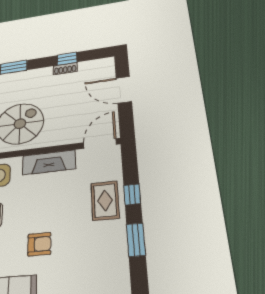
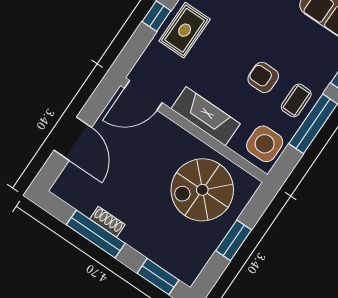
window: (67, 59) -> (96, 234), width x2.17
armchair: (39, 244) -> (263, 77), moved

